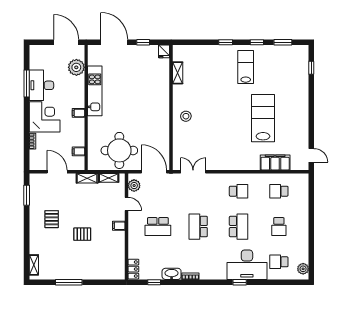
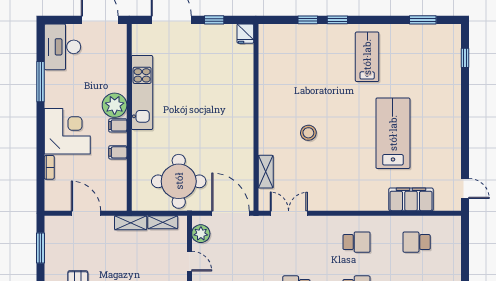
window: (257, 42) -> (308, 20), moved
plant: (76, 67) -> (115, 105), moved
shelving: (178, 73) -> (266, 172), moved
desk: (41, 85) -> (63, 47), moved
stool: (186, 116) -> (308, 133), moved
filing cabinet: (78, 151) -> (118, 152), moved

